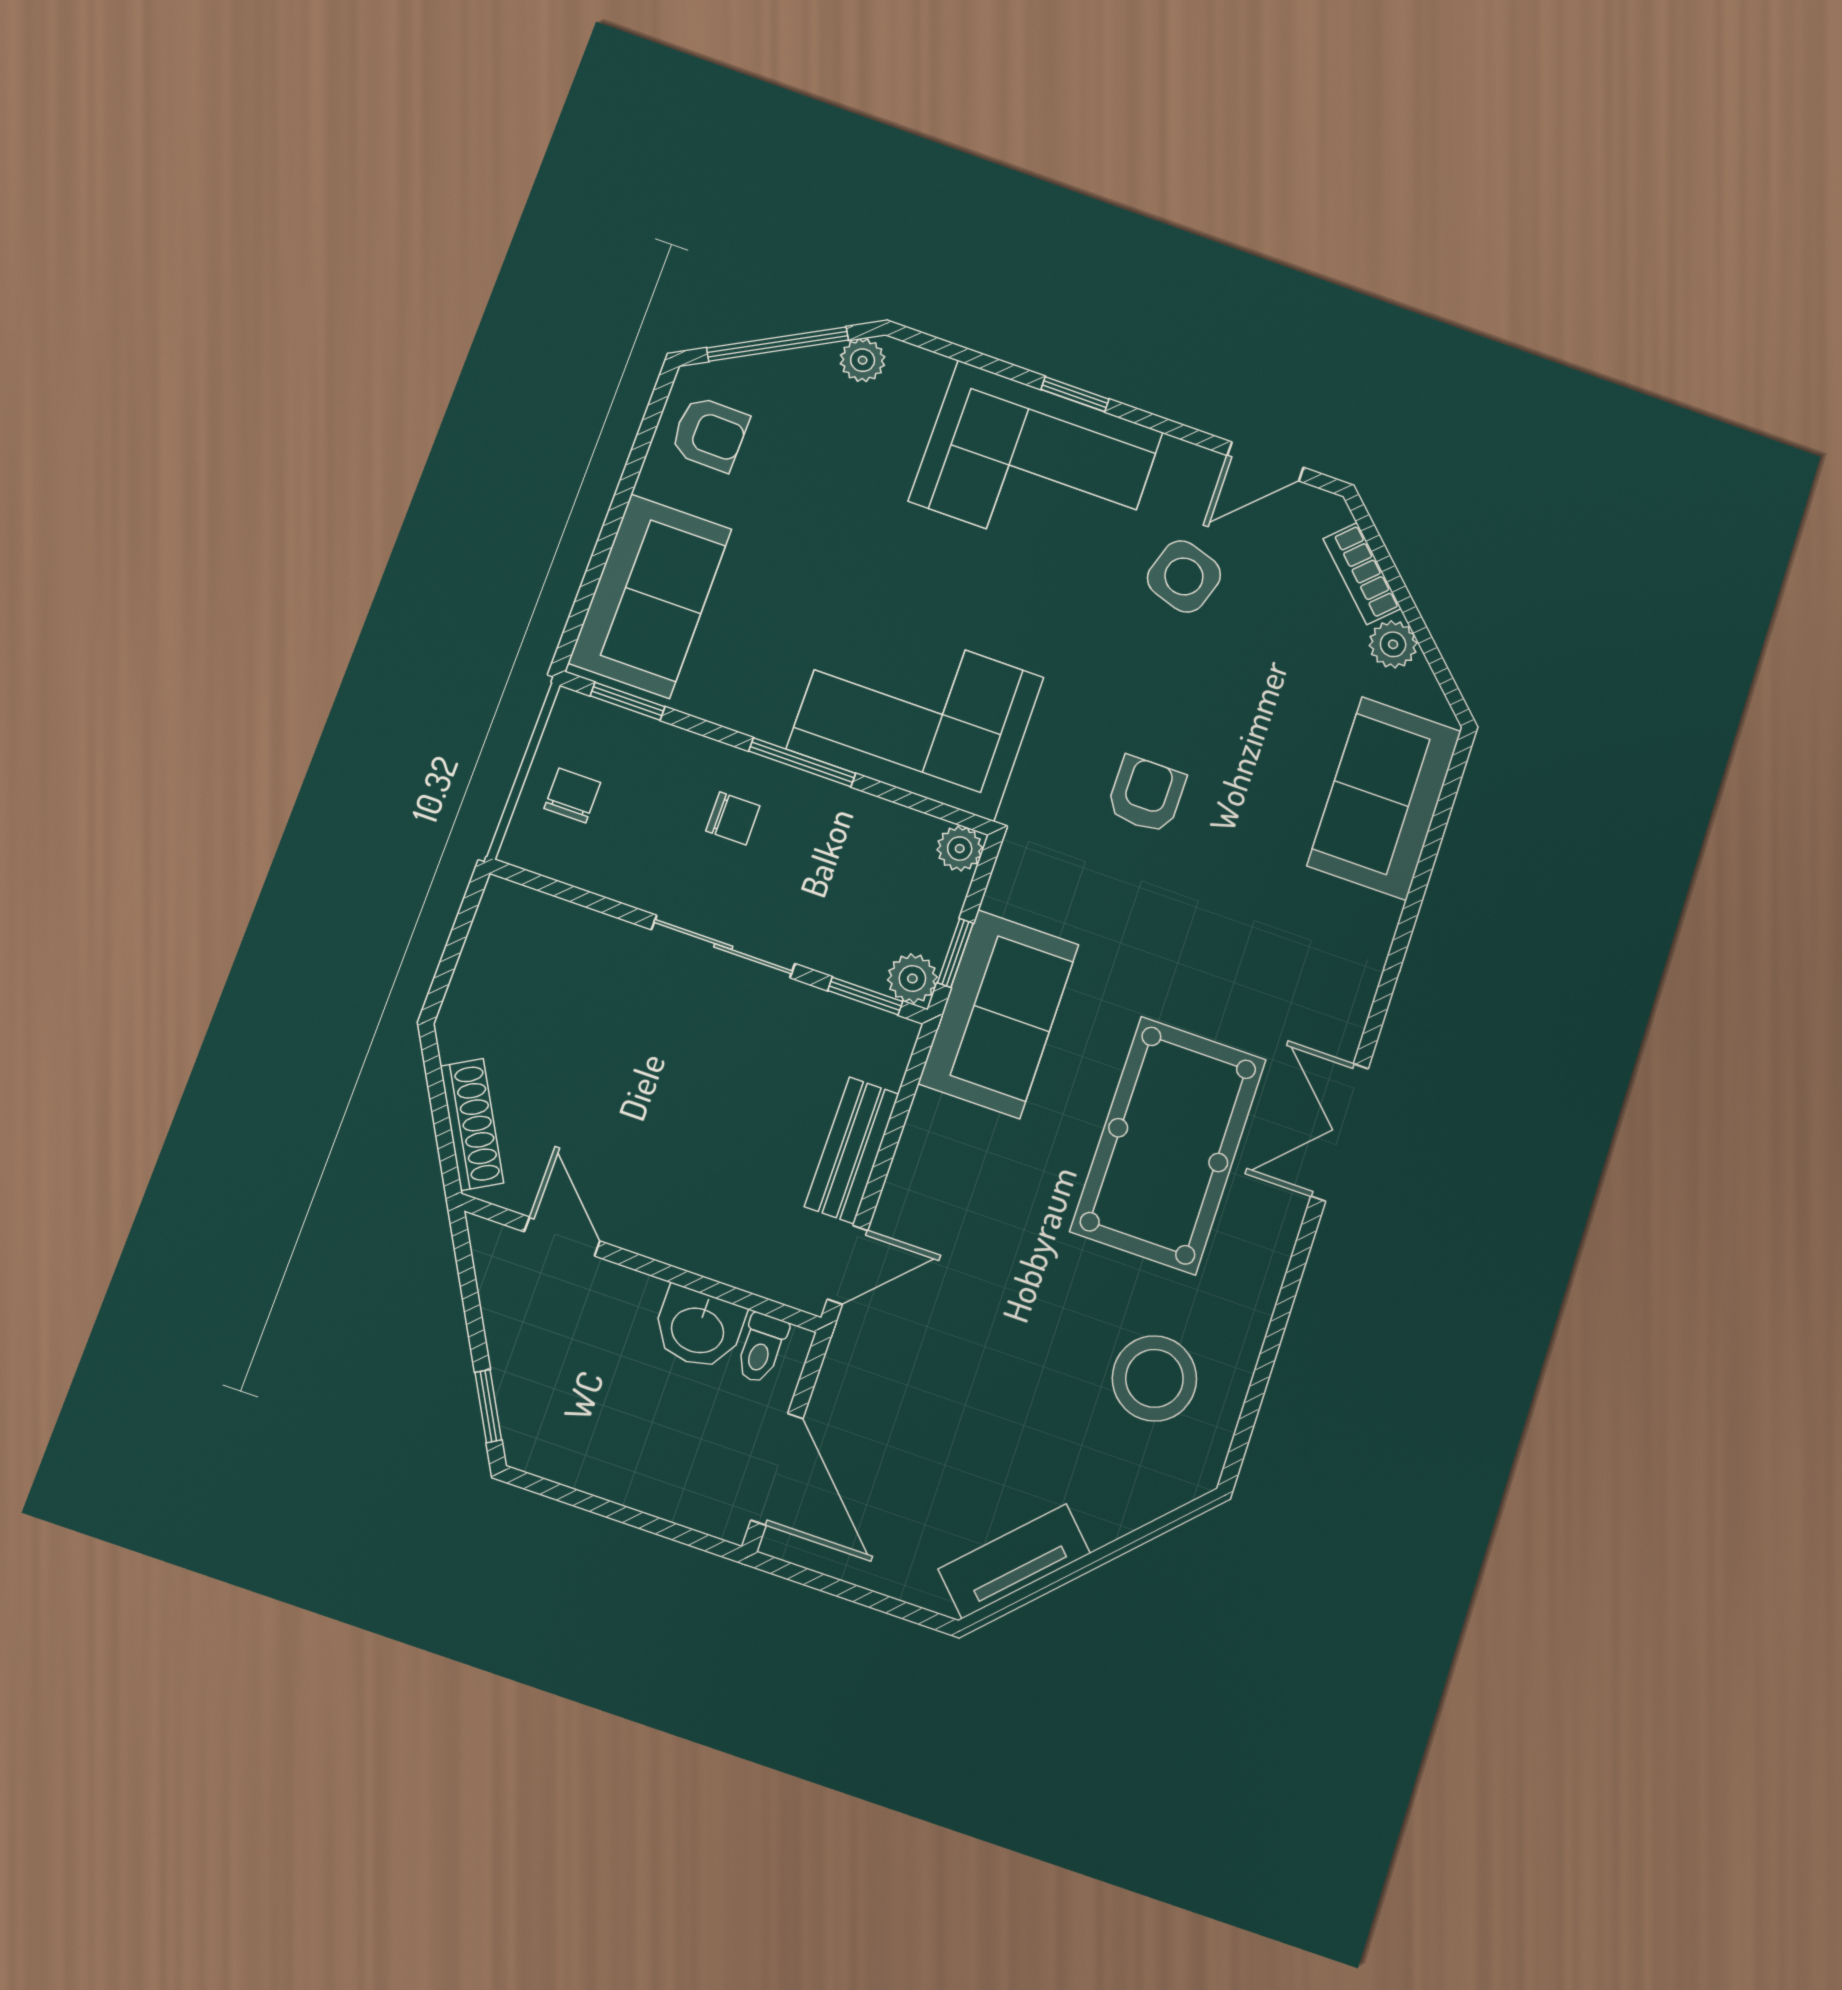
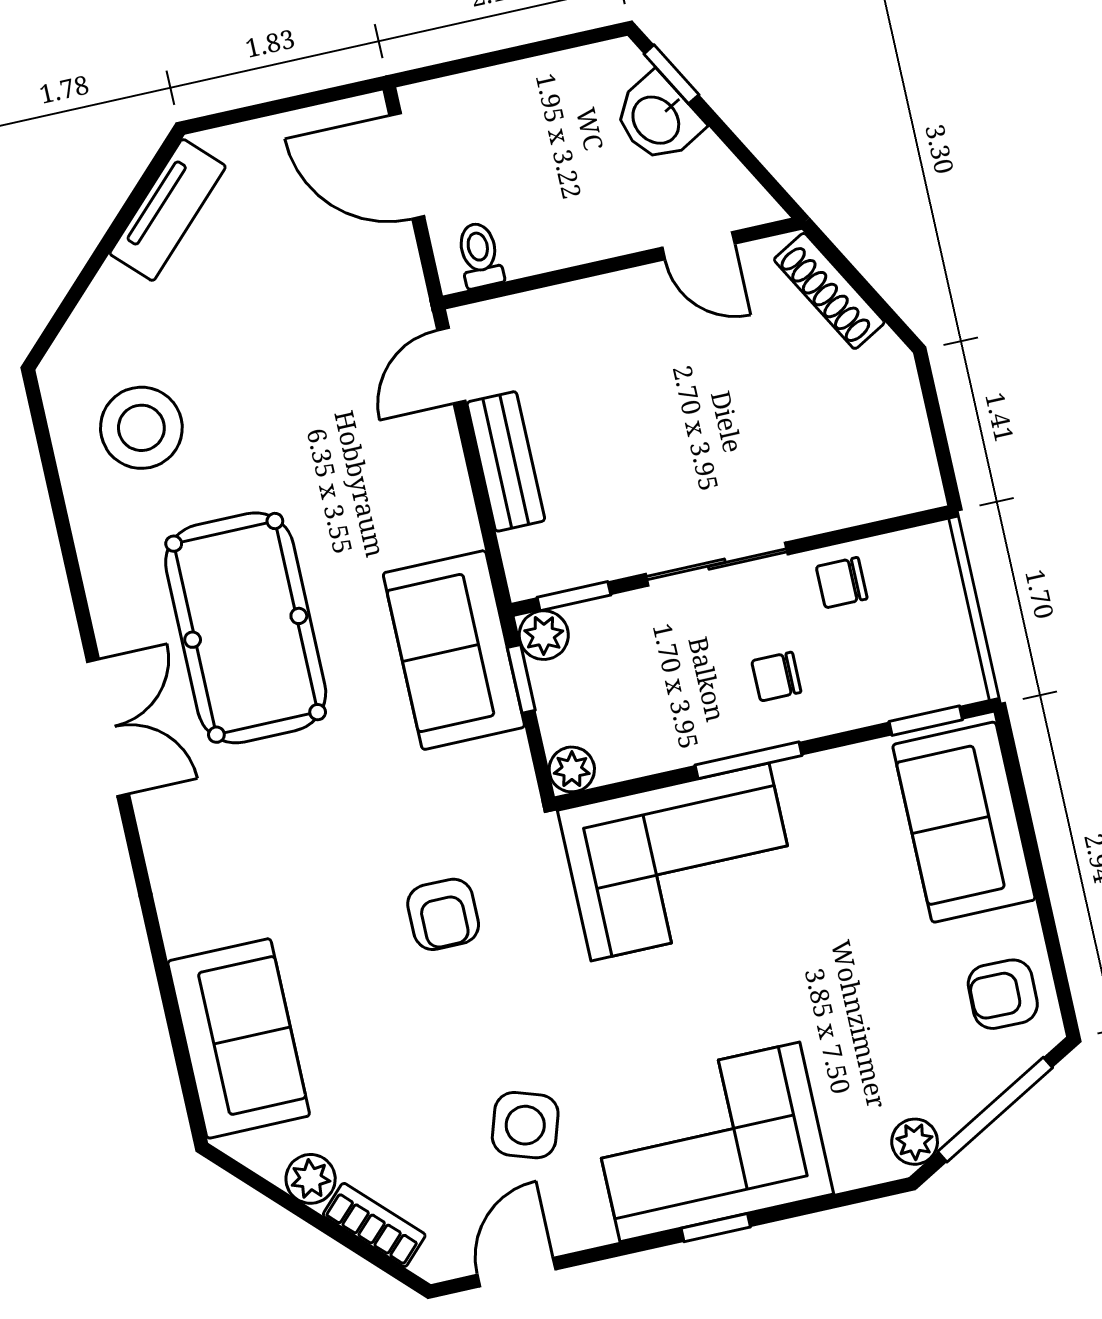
chair: (572, 796) -> (842, 583), moved, turned 90
washbasin: (698, 1328) -> (657, 119), moved, turned -119

